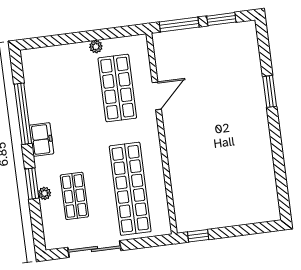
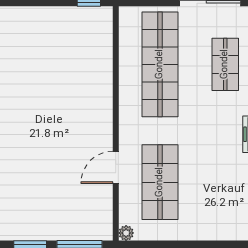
plant: (96, 47) -> (126, 233), moved

